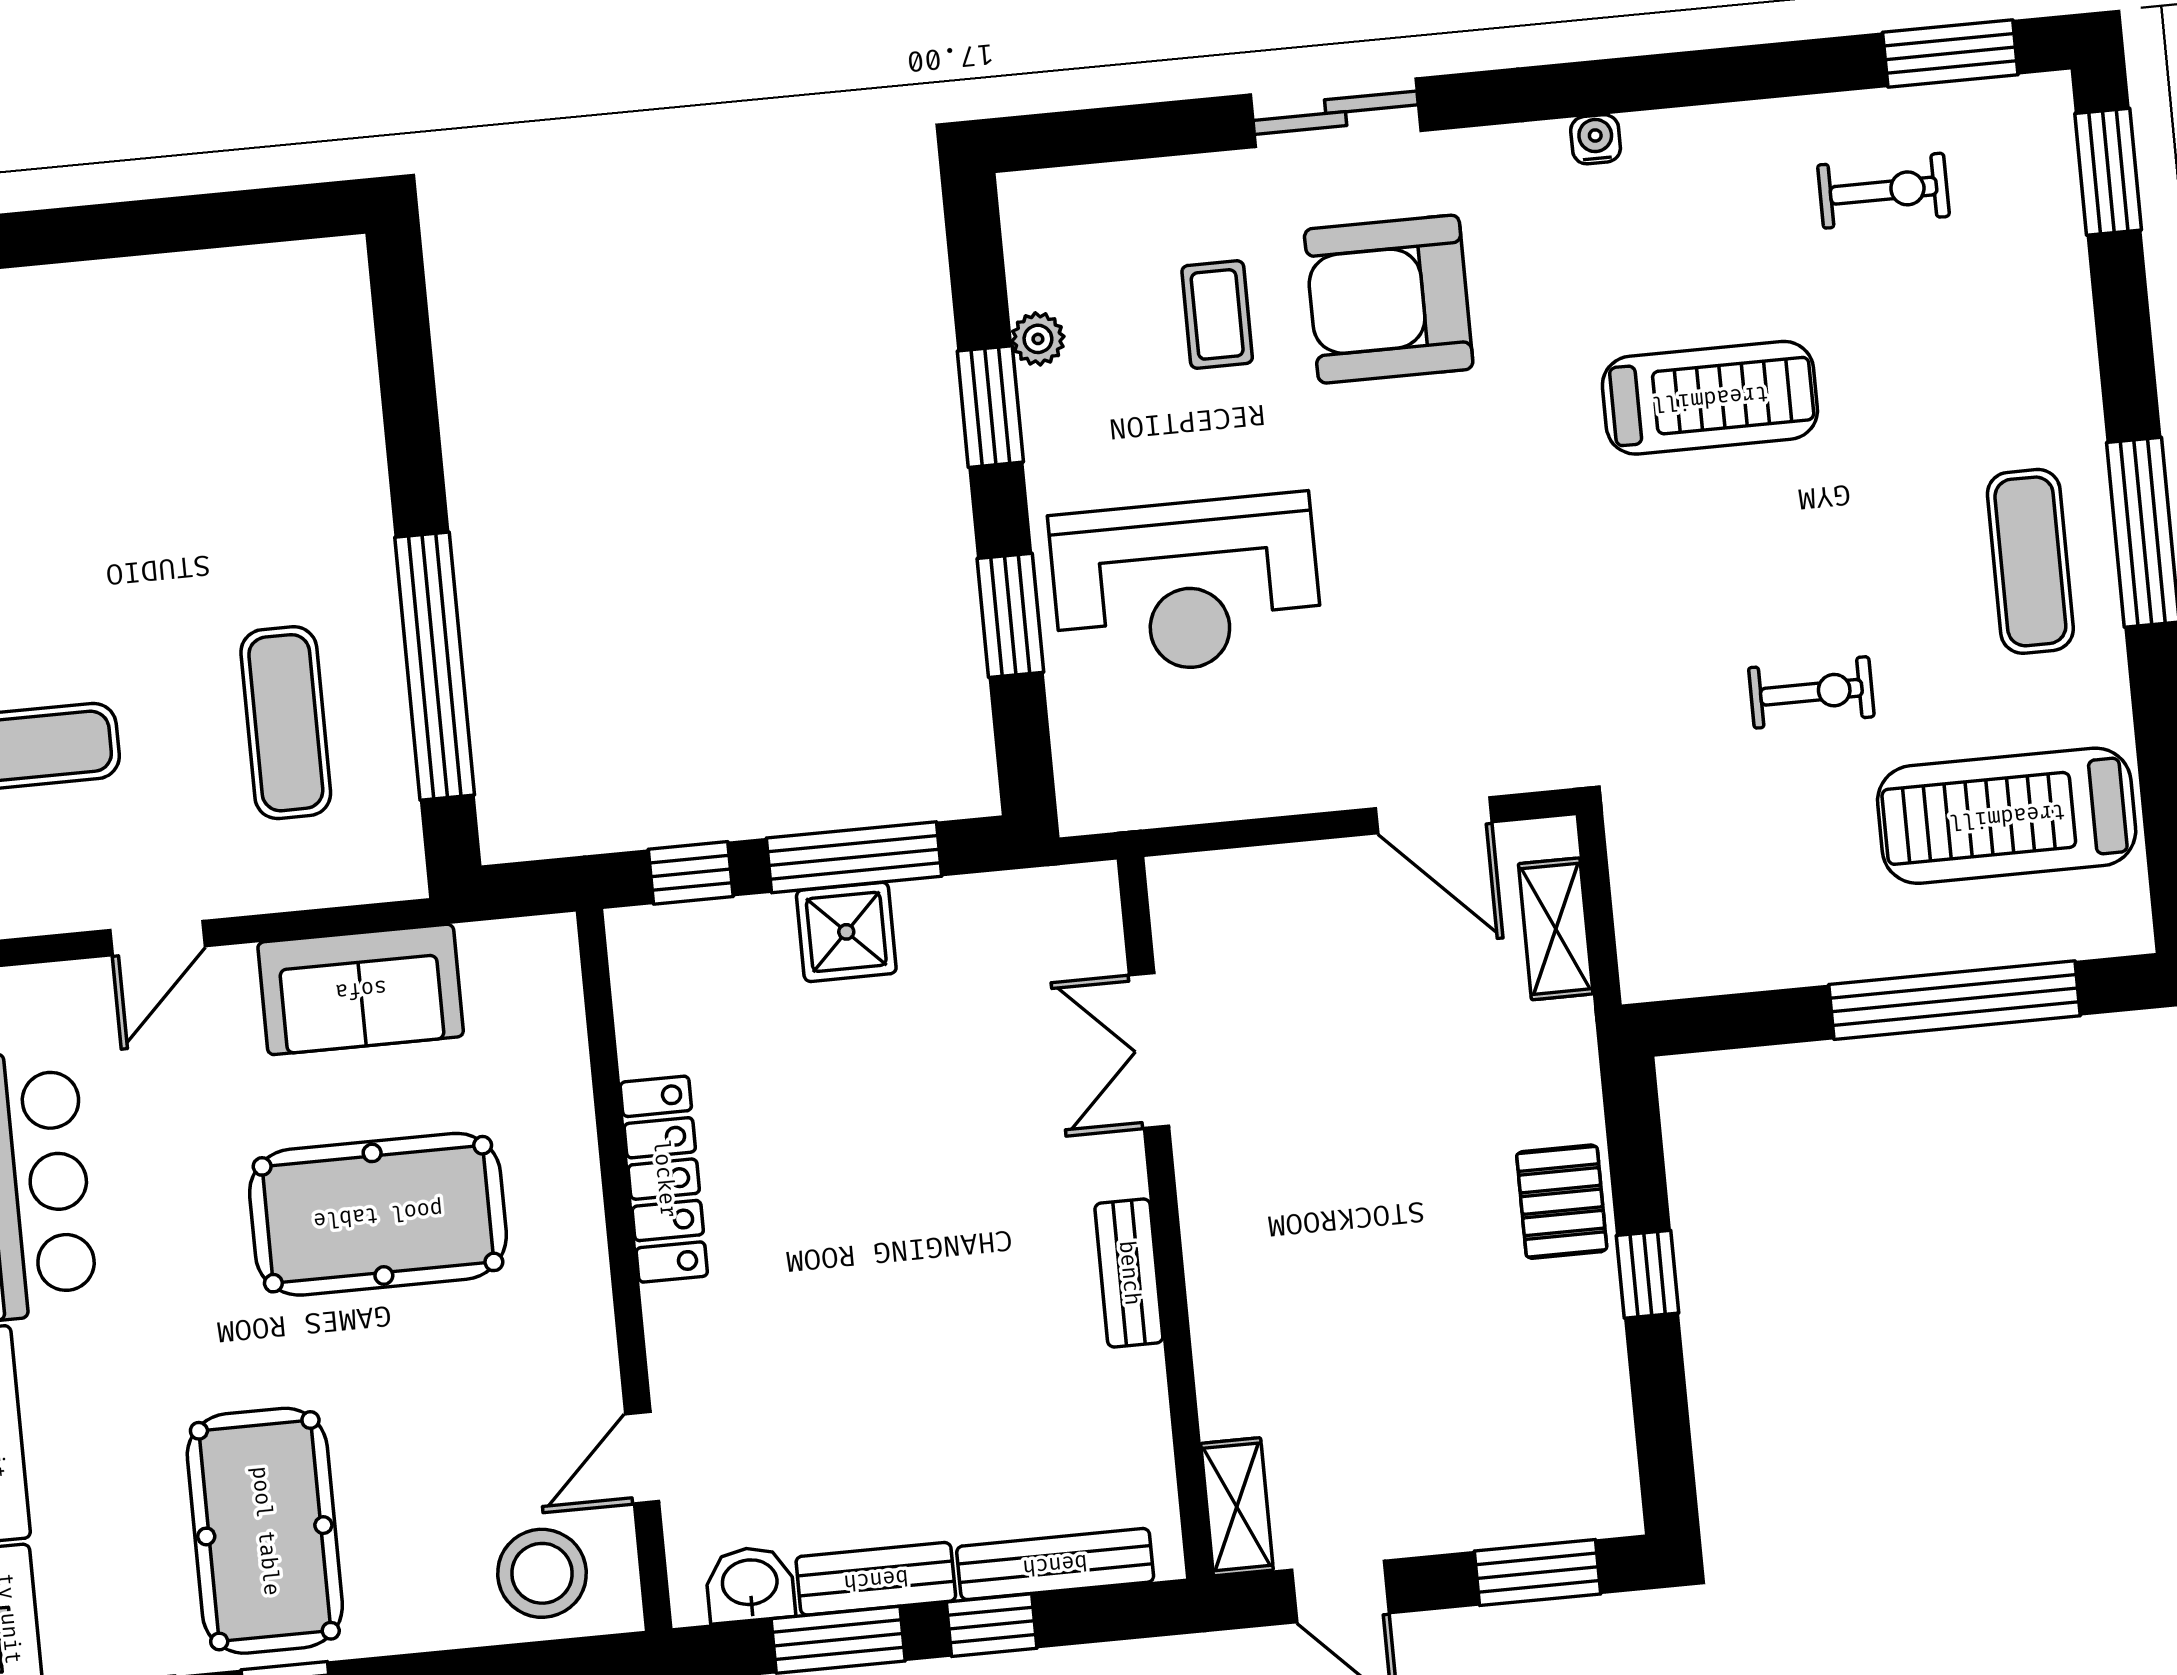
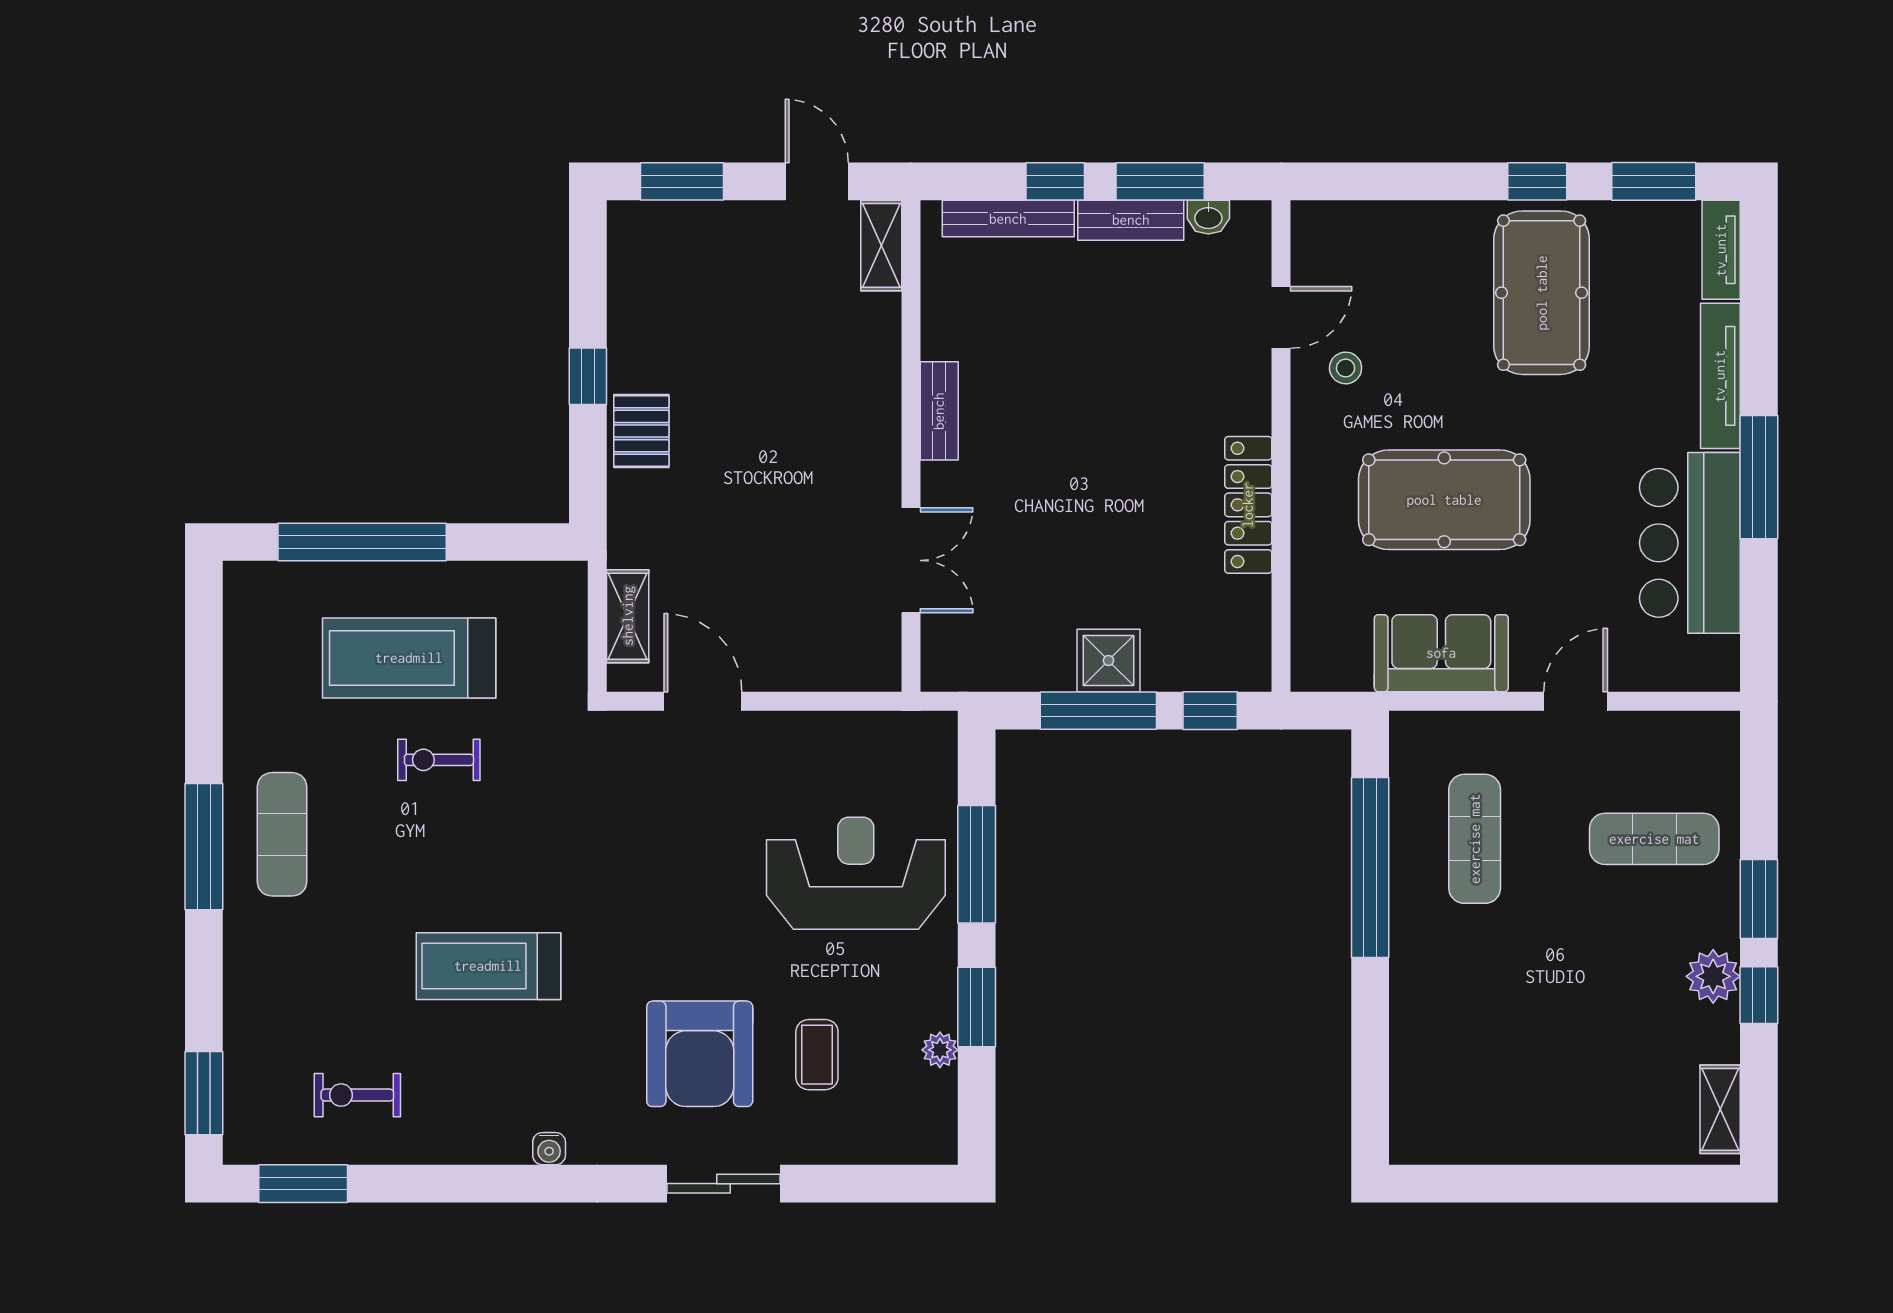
armchair: (1389, 299) -> (700, 1054), turned 90
window: (1010, 615) -> (977, 864), width x1.44
treadmill: (2007, 816) -> (409, 658), moved, turned 180
stool: (542, 1573) -> (1346, 368), moved, width x0.53, depth x0.53
washbasin: (750, 1584) -> (1208, 217), width x0.72, depth x0.69

